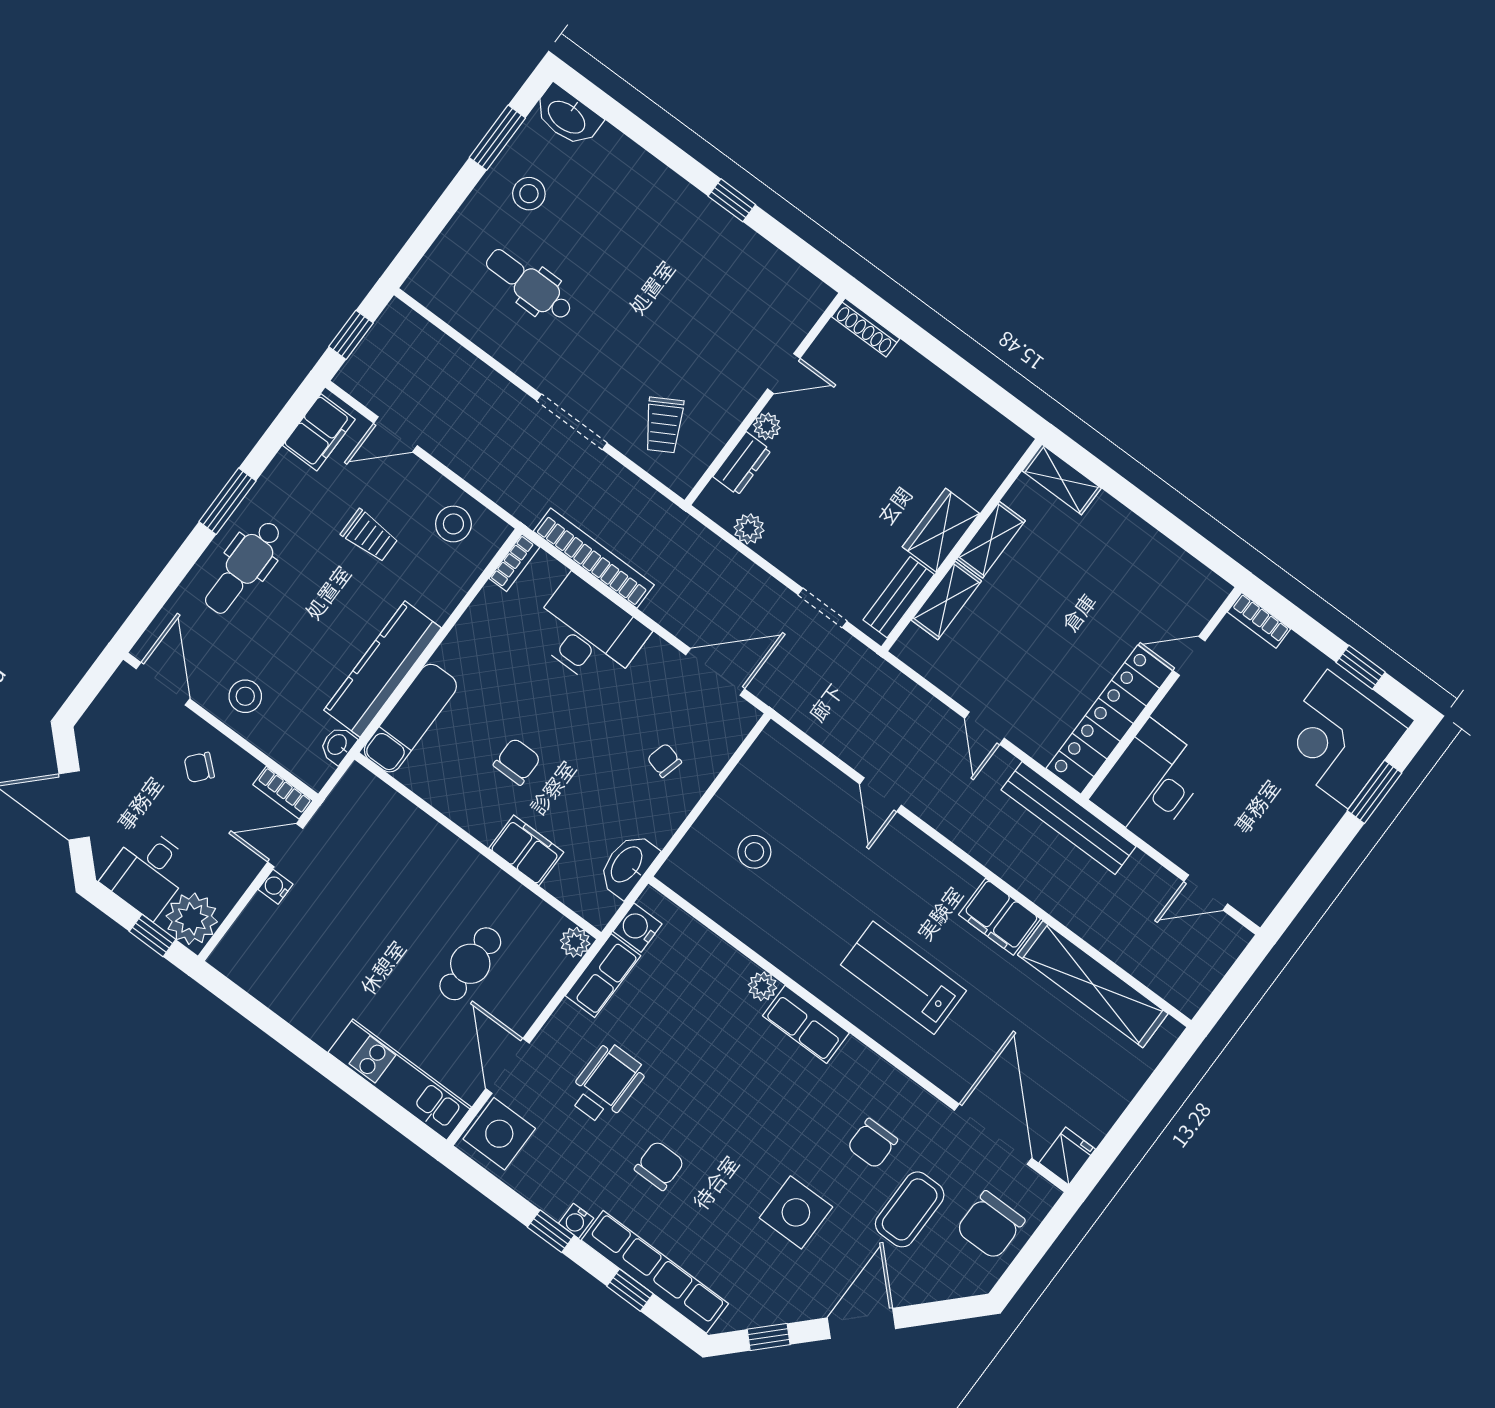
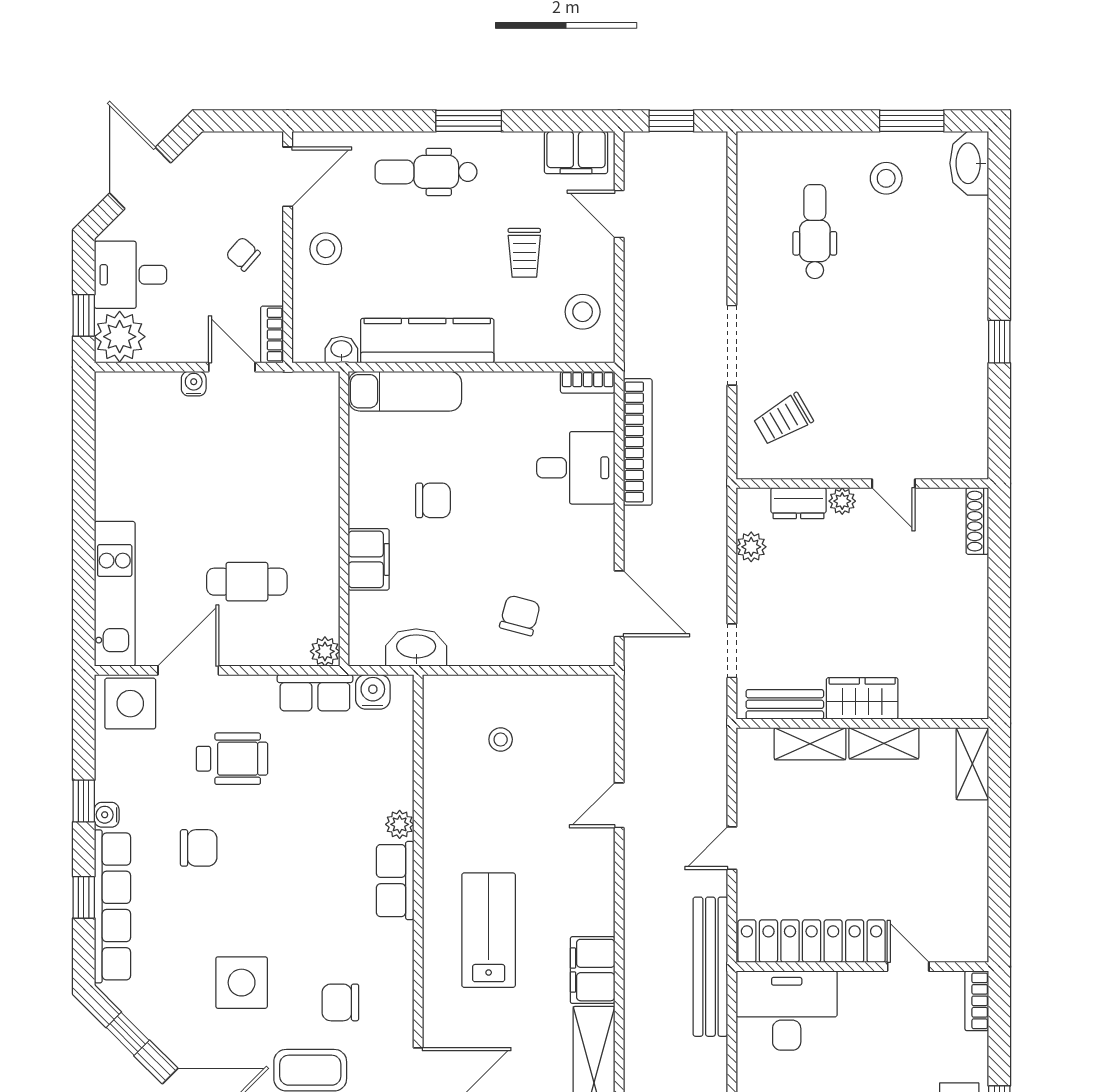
desk: (588, 633) -> (576, 468), width x0.73
chair: (664, 760) -> (520, 615), width x1.37, depth x1.37
stool: (754, 852) -> (501, 739), width x0.73, depth x0.73

